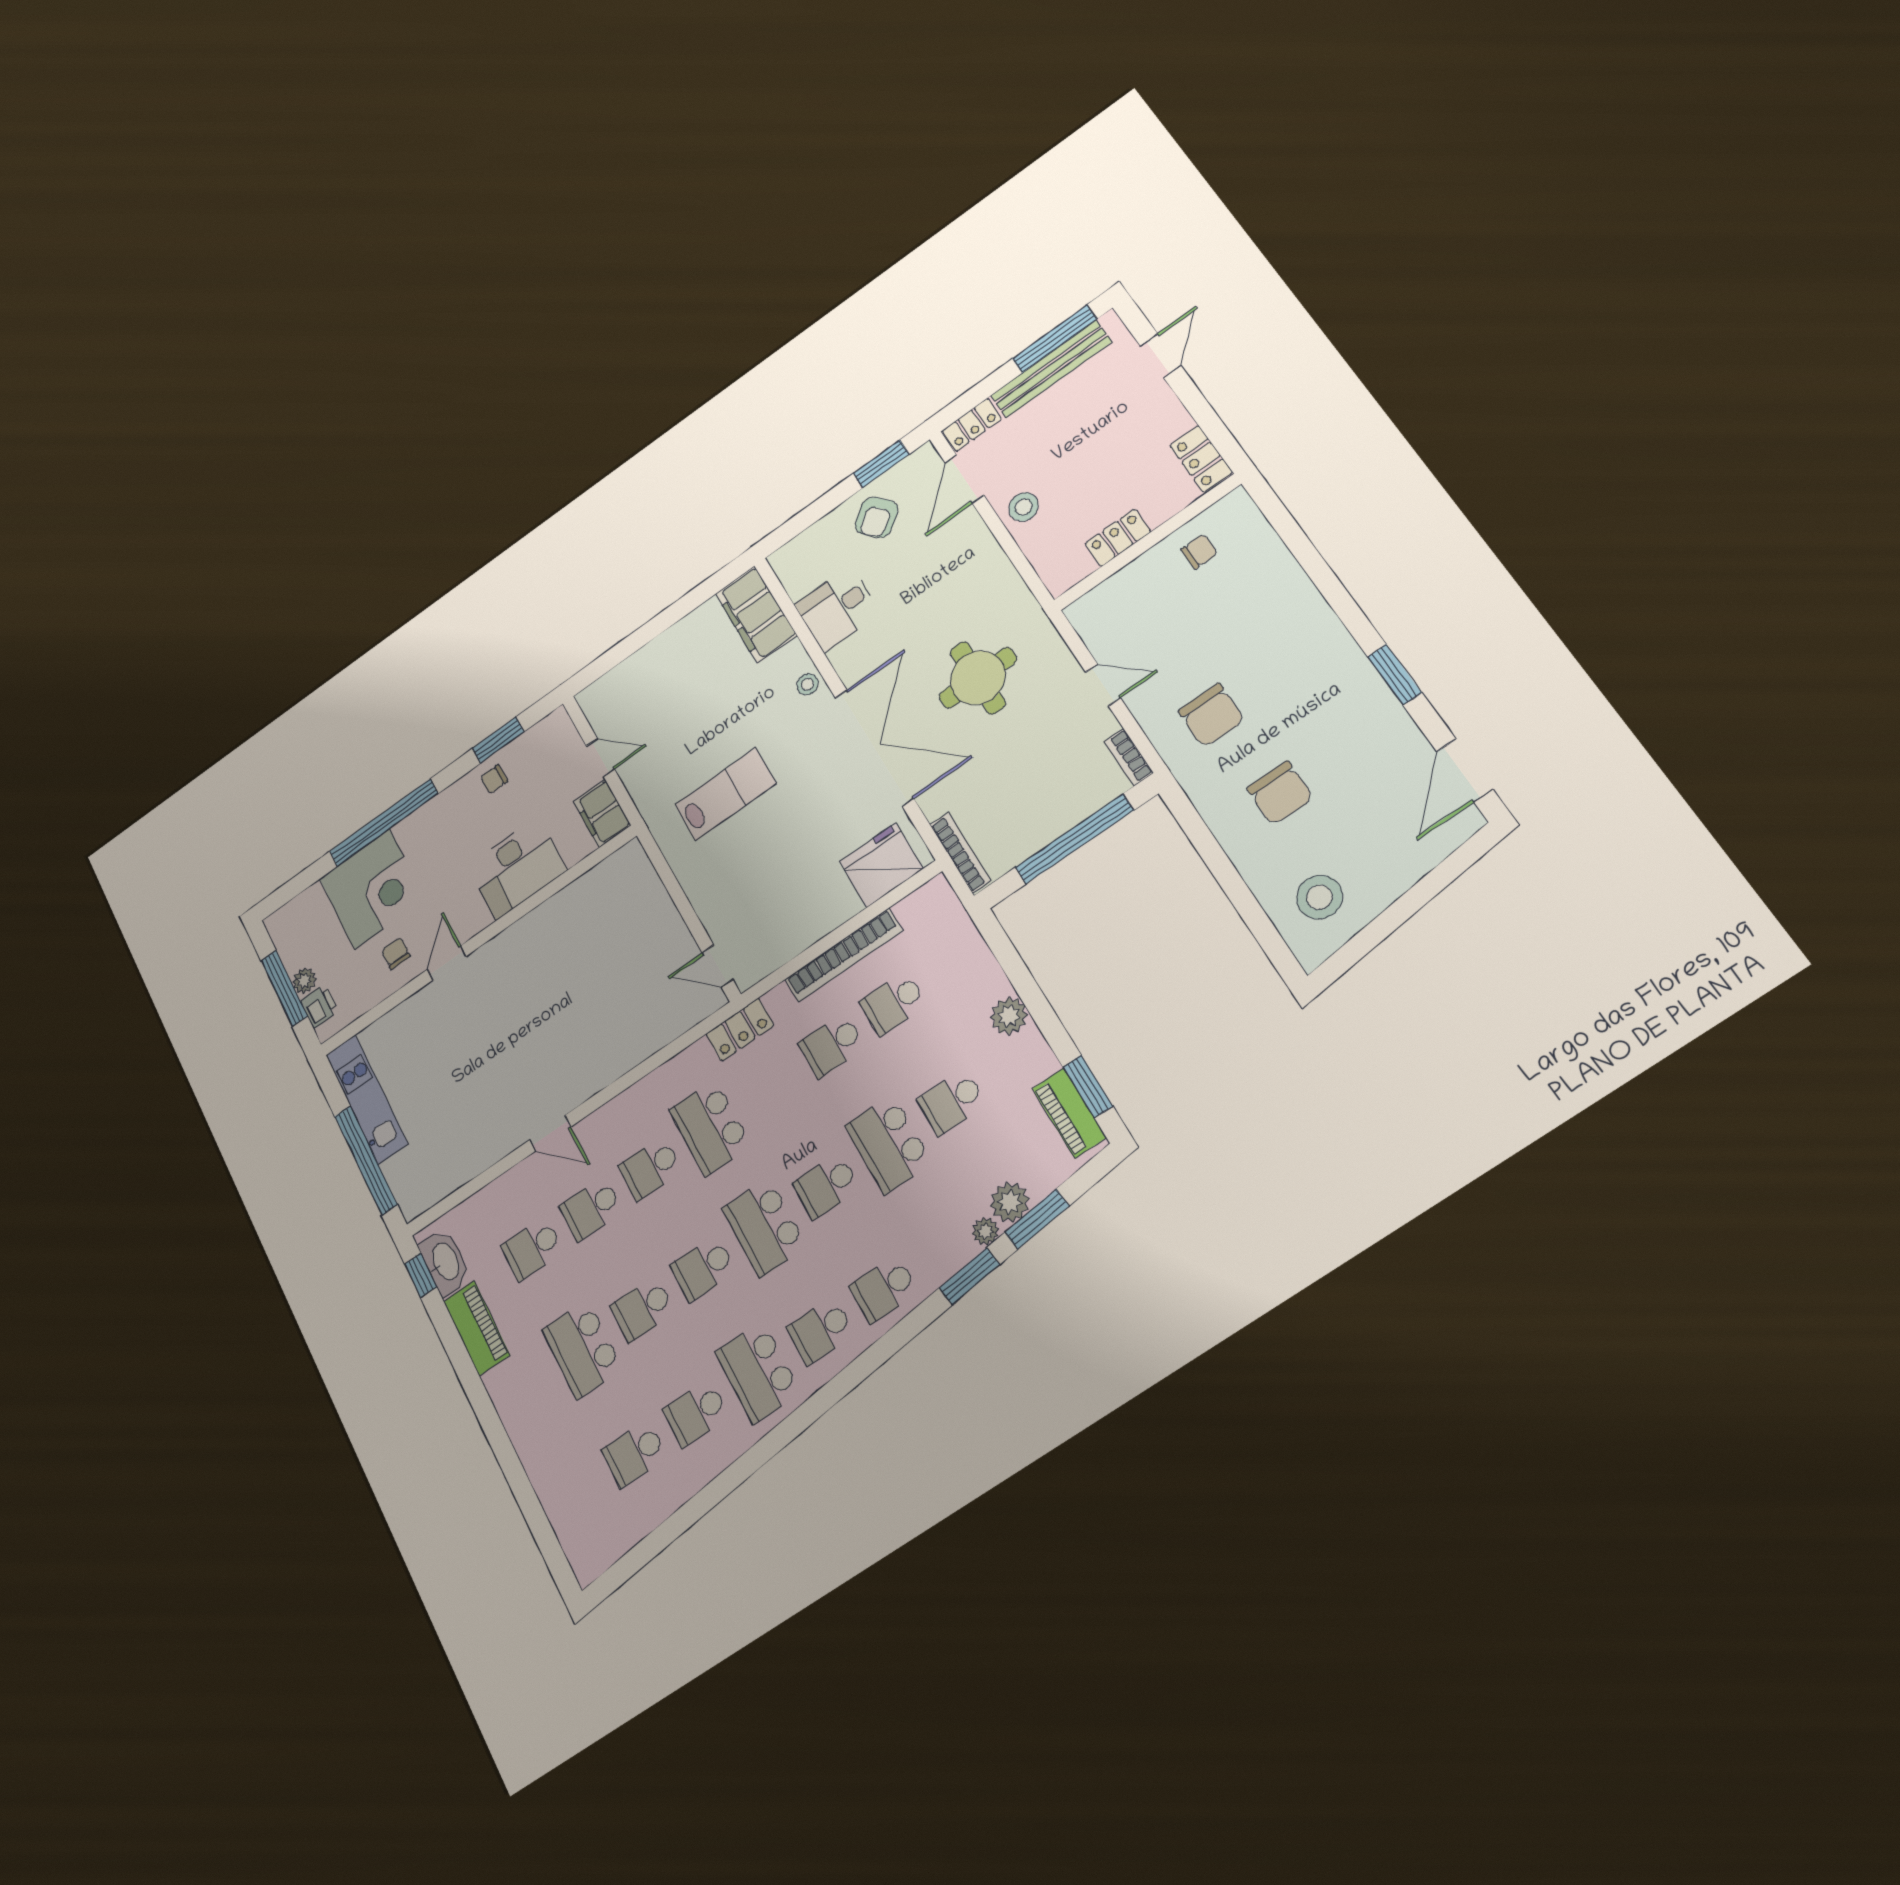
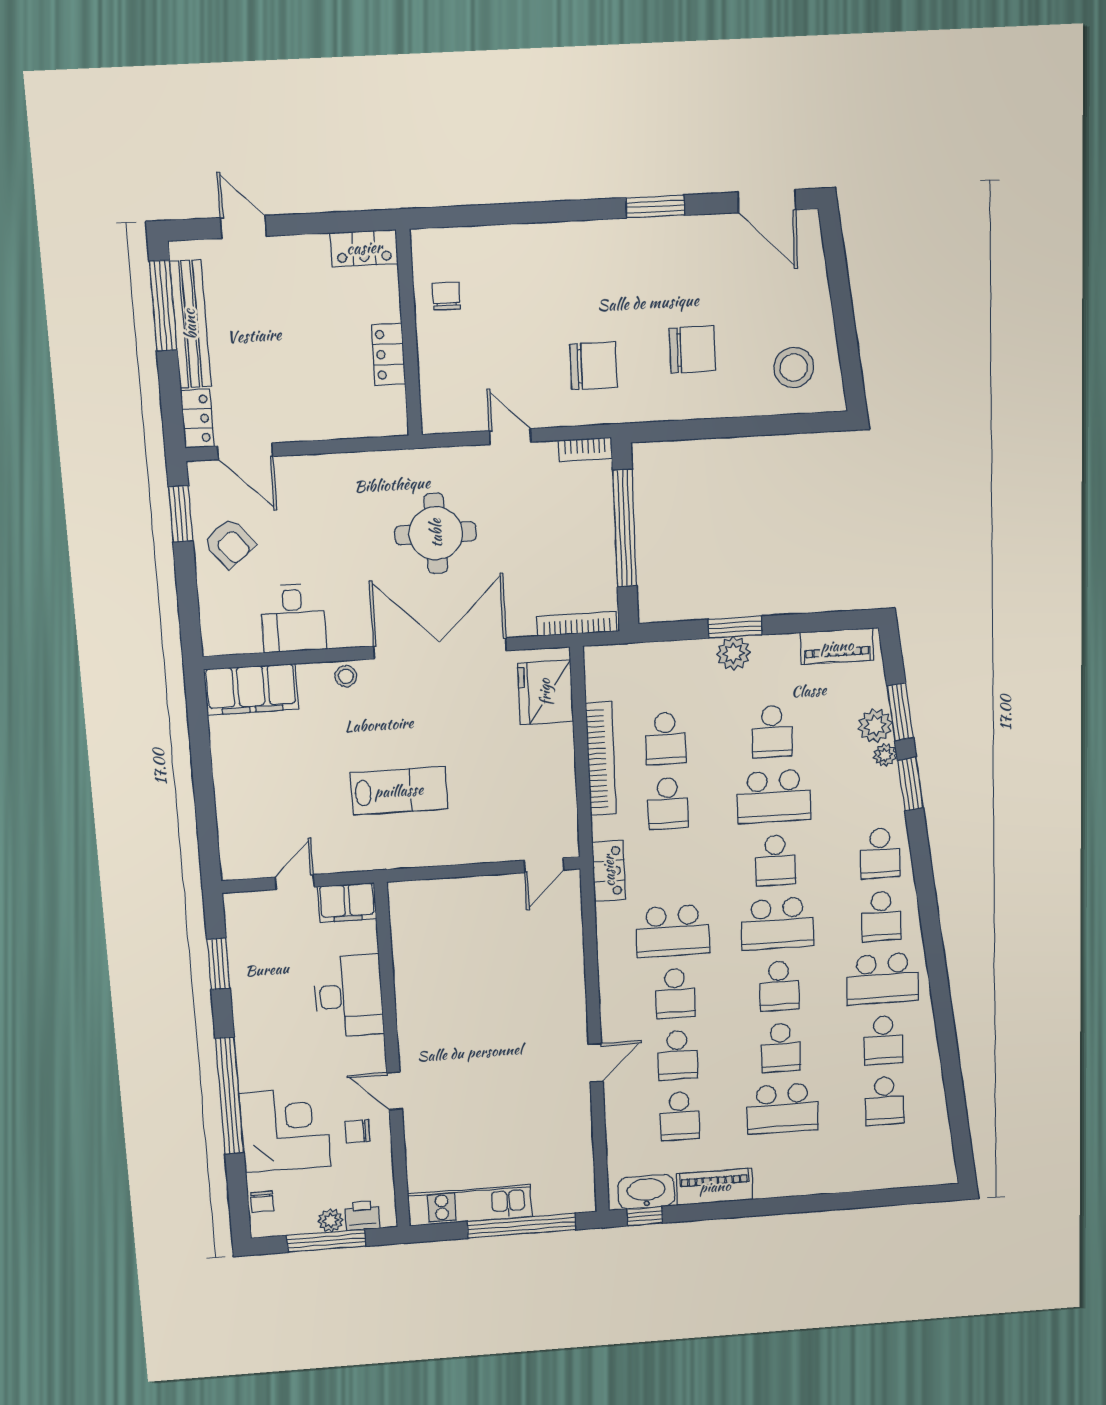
stool: (1024, 507) -> (306, 416), removed
door: (1103, 685) -> (510, 436), hinge flipped
chair: (494, 779) -> (262, 1202), moved
lab bench: (726, 794) -> (399, 791), turned 90
window: (1088, 1086) -> (735, 627), moved

